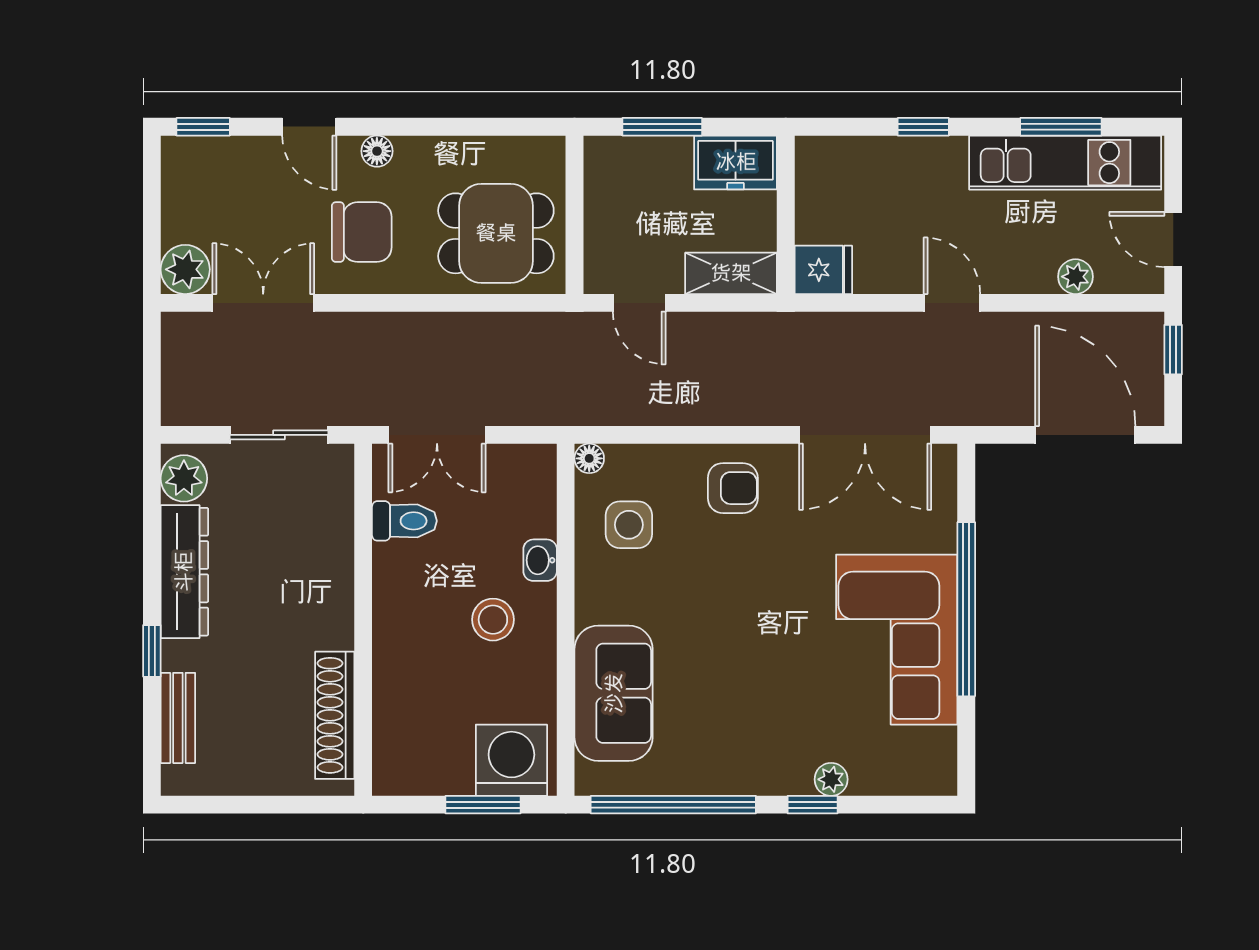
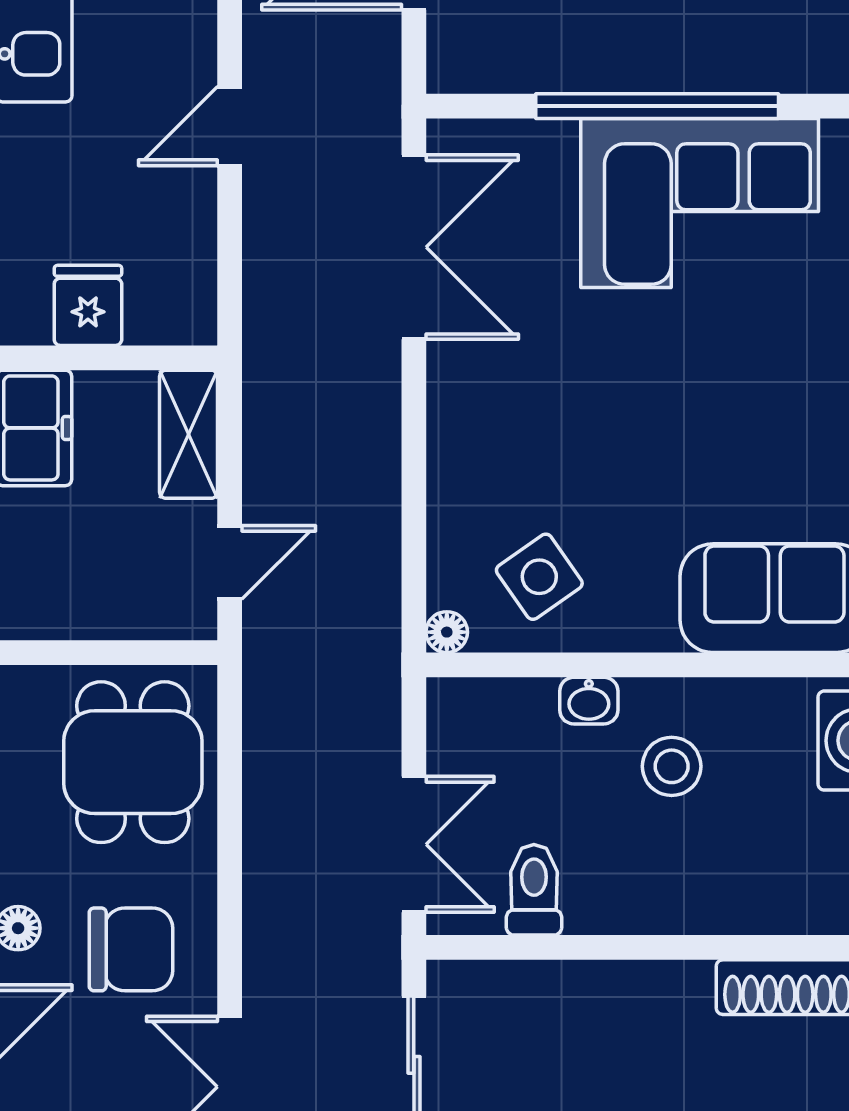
chair: (362, 232) -> (131, 949), turned 90
fridge: (823, 270) -> (88, 305), moved
armchair: (733, 488) -> (488, 432), removed
side table: (629, 525) -> (539, 577), turned -35

